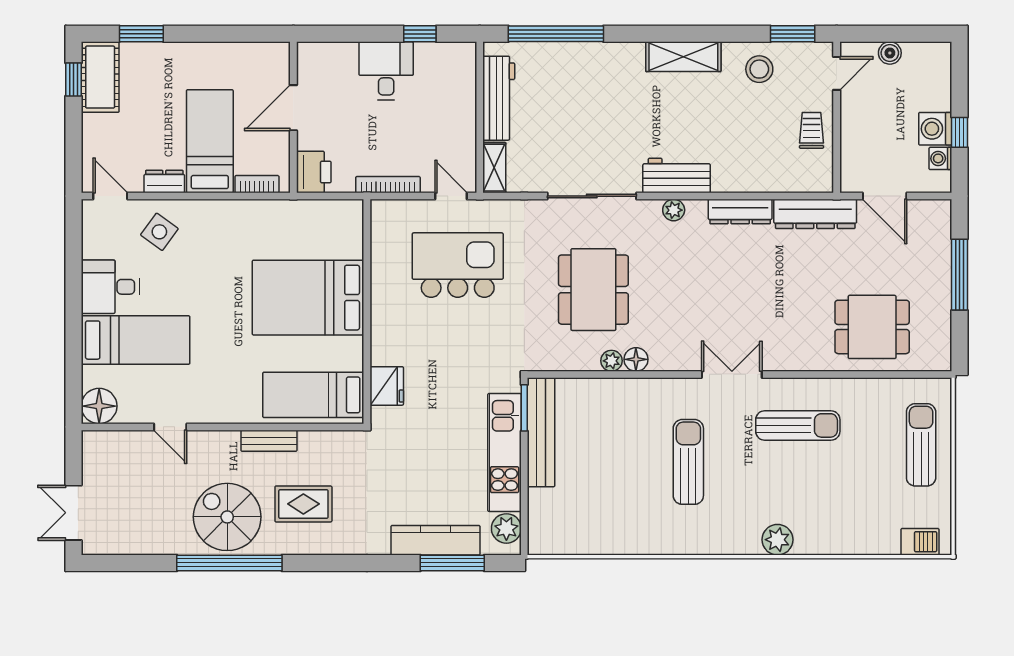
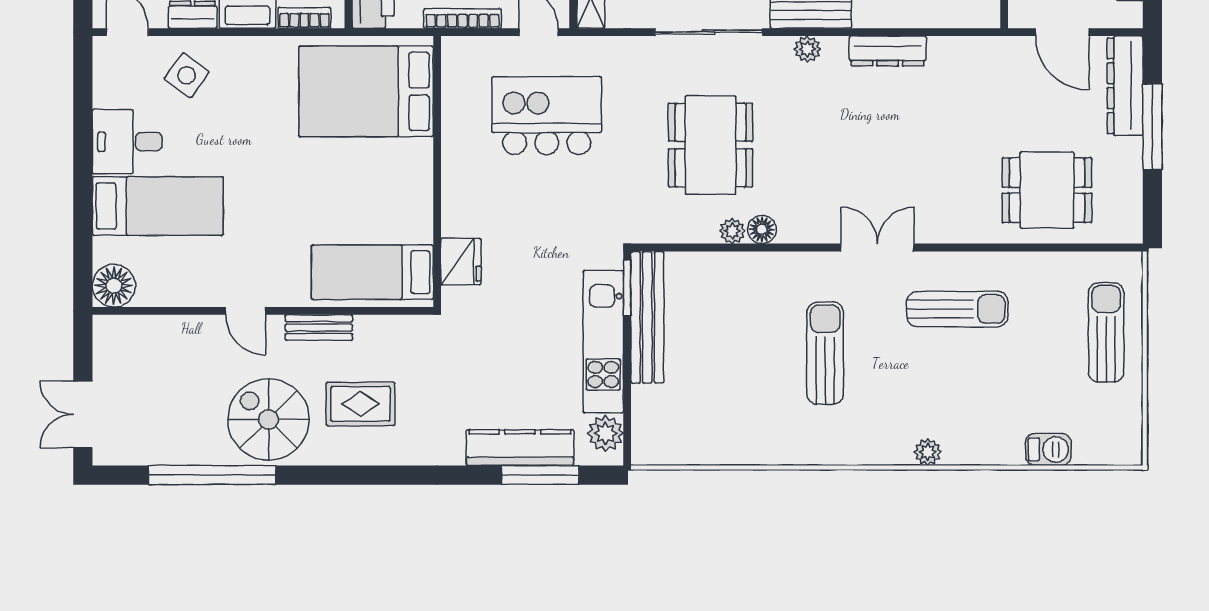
dresser: (815, 214) -> (1125, 86), moved, turned 90
bed: (308, 298) -> (366, 91), moved
door: (170, 427) -> (245, 311), moved
plant: (777, 540) -> (928, 452), width x0.73, depth x0.73
barbecue: (920, 542) -> (1048, 449), moved
window: (229, 563) -> (212, 475), moved

